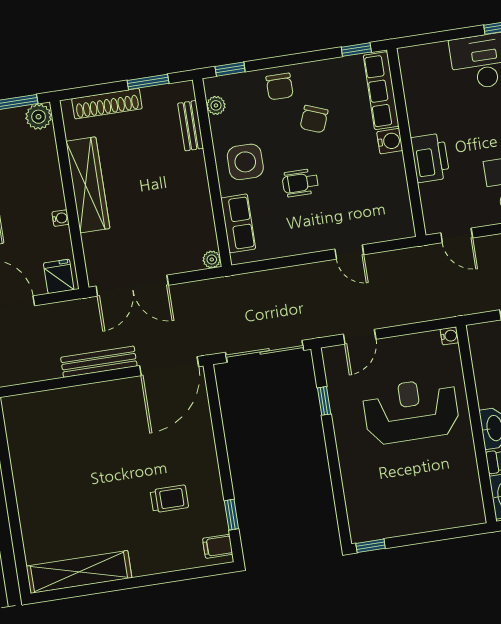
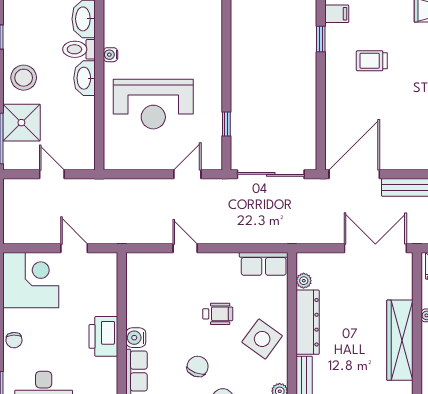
printer: (430, 158) -> (103, 336), moved
side table: (245, 162) -> (262, 339), turned 36
dresser: (196, 189) -> (308, 322), added
row of seats: (238, 223) -> (264, 264), moved, turned -90
door: (457, 235) -> (74, 248), moved
plant: (212, 260) -> (304, 281), moved
water cooler: (449, 336) -> (110, 55), moved

